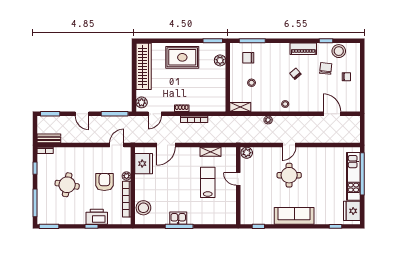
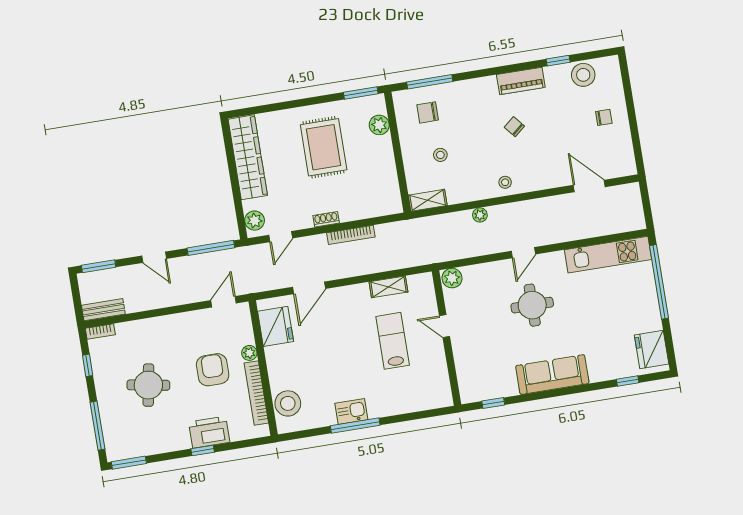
rug: (182, 57) -> (324, 147), moved, turned 90
chair: (326, 68) -> (565, 109), removed
kitchen unit: (353, 176) -> (608, 255), moved, turned -90

